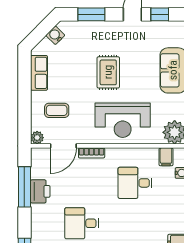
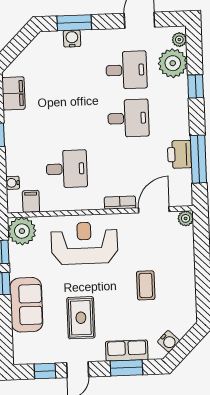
rug: (108, 72) -> (81, 318), moved
row of seats: (39, 73) -> (127, 350), moved, turned 90
coffee table: (57, 110) -> (146, 285), moved, turned 90

